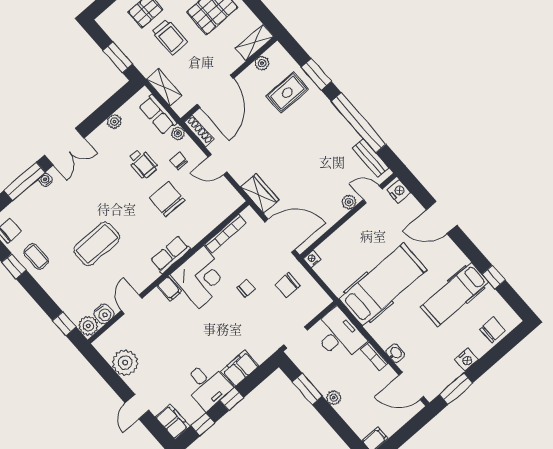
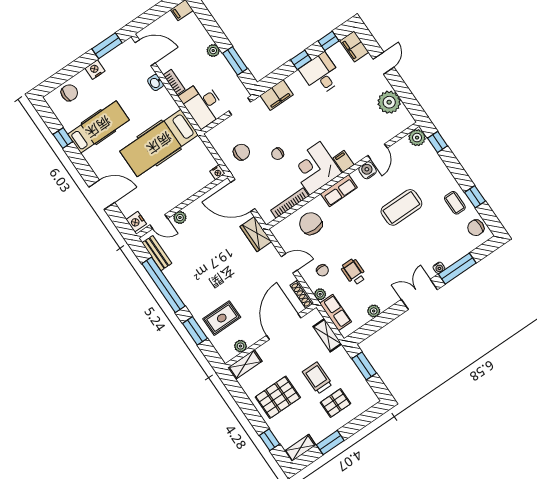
chair: (167, 199) -> (311, 224), moved, turned 180
water cooler: (104, 314) -> (368, 170), moved
chair: (493, 330) -> (69, 93), turned 180
filing cabinet: (240, 369) -> (277, 95), moved

